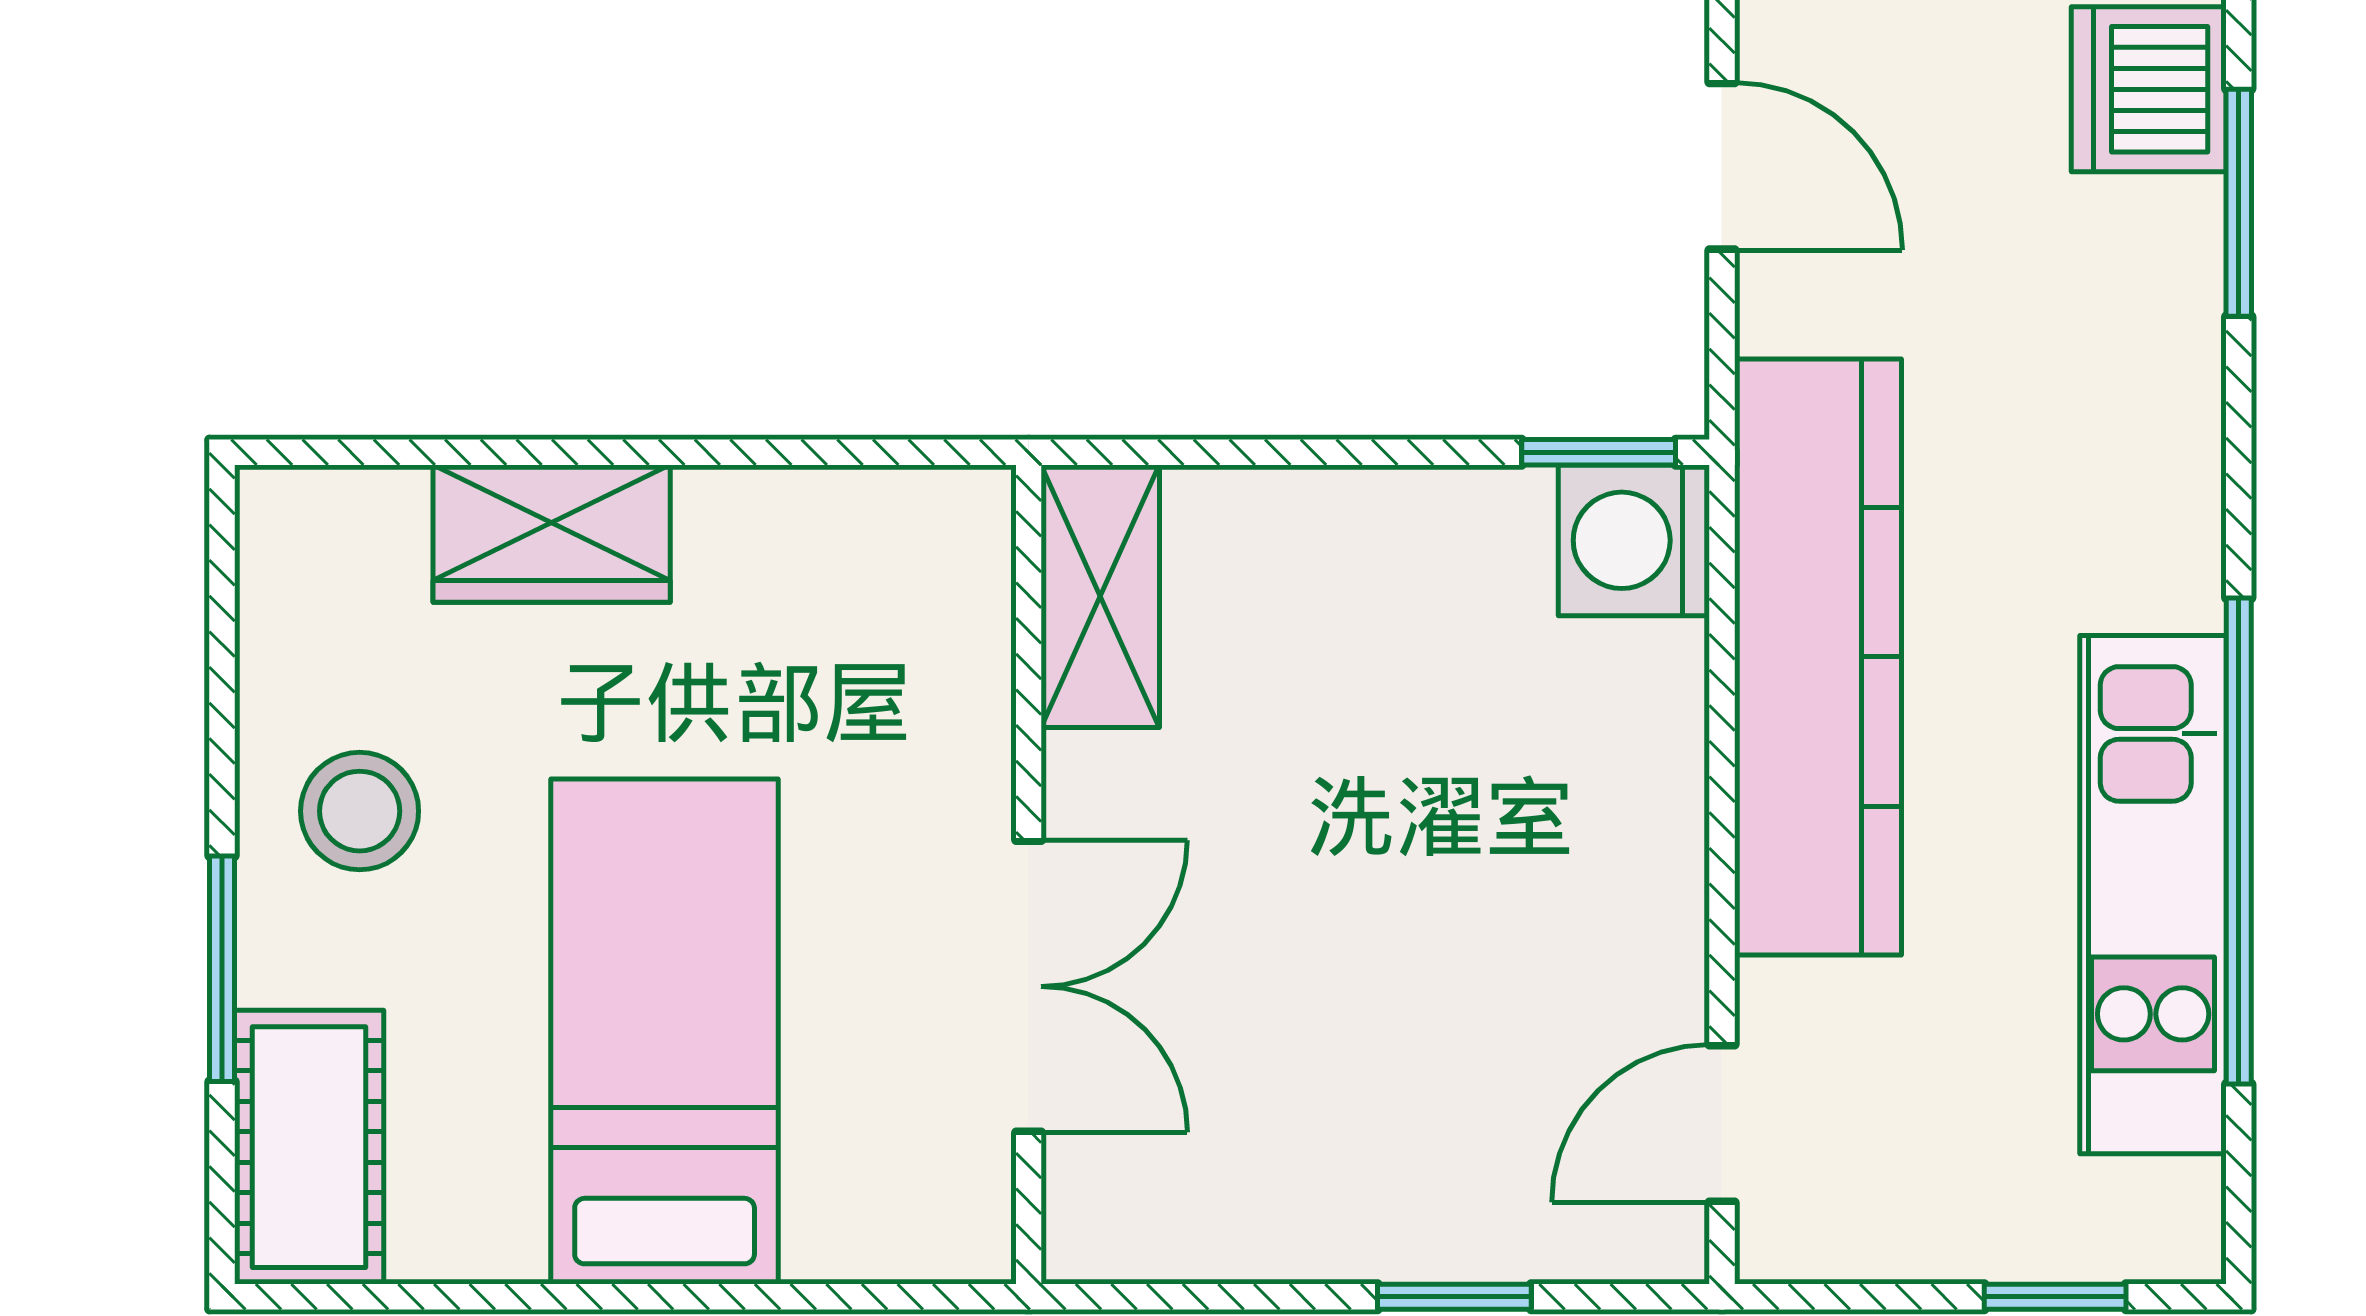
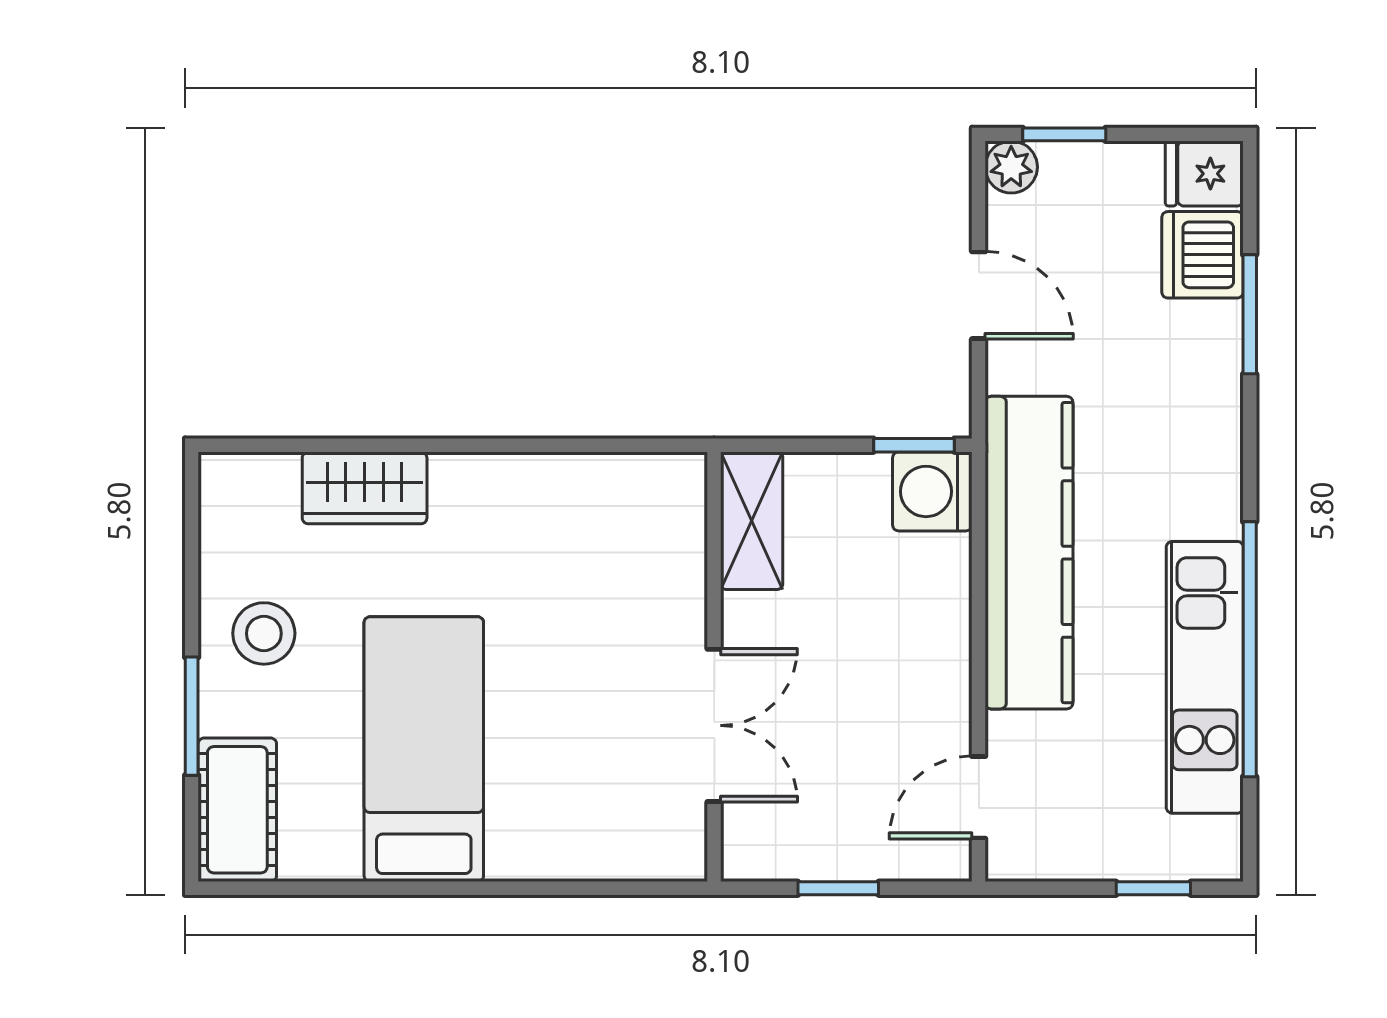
shelving: (1100, 596) -> (752, 521), moved
wall: (1029, 874) -> (714, 667), moved
double door: (1029, 986) -> (714, 725), moved

